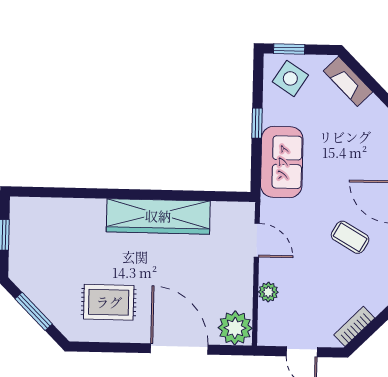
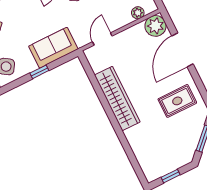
plant: (268, 292) -> (138, 13), moved
rug: (109, 302) -> (177, 101), turned 90

